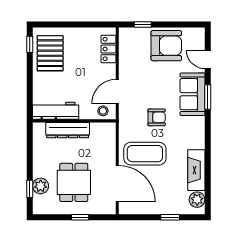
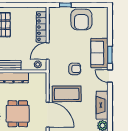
armchair: (166, 46) -> (81, 19), turned 90
locker: (108, 49) -> (42, 27), width x1.53
door: (208, 60) -> (110, 76), moved

